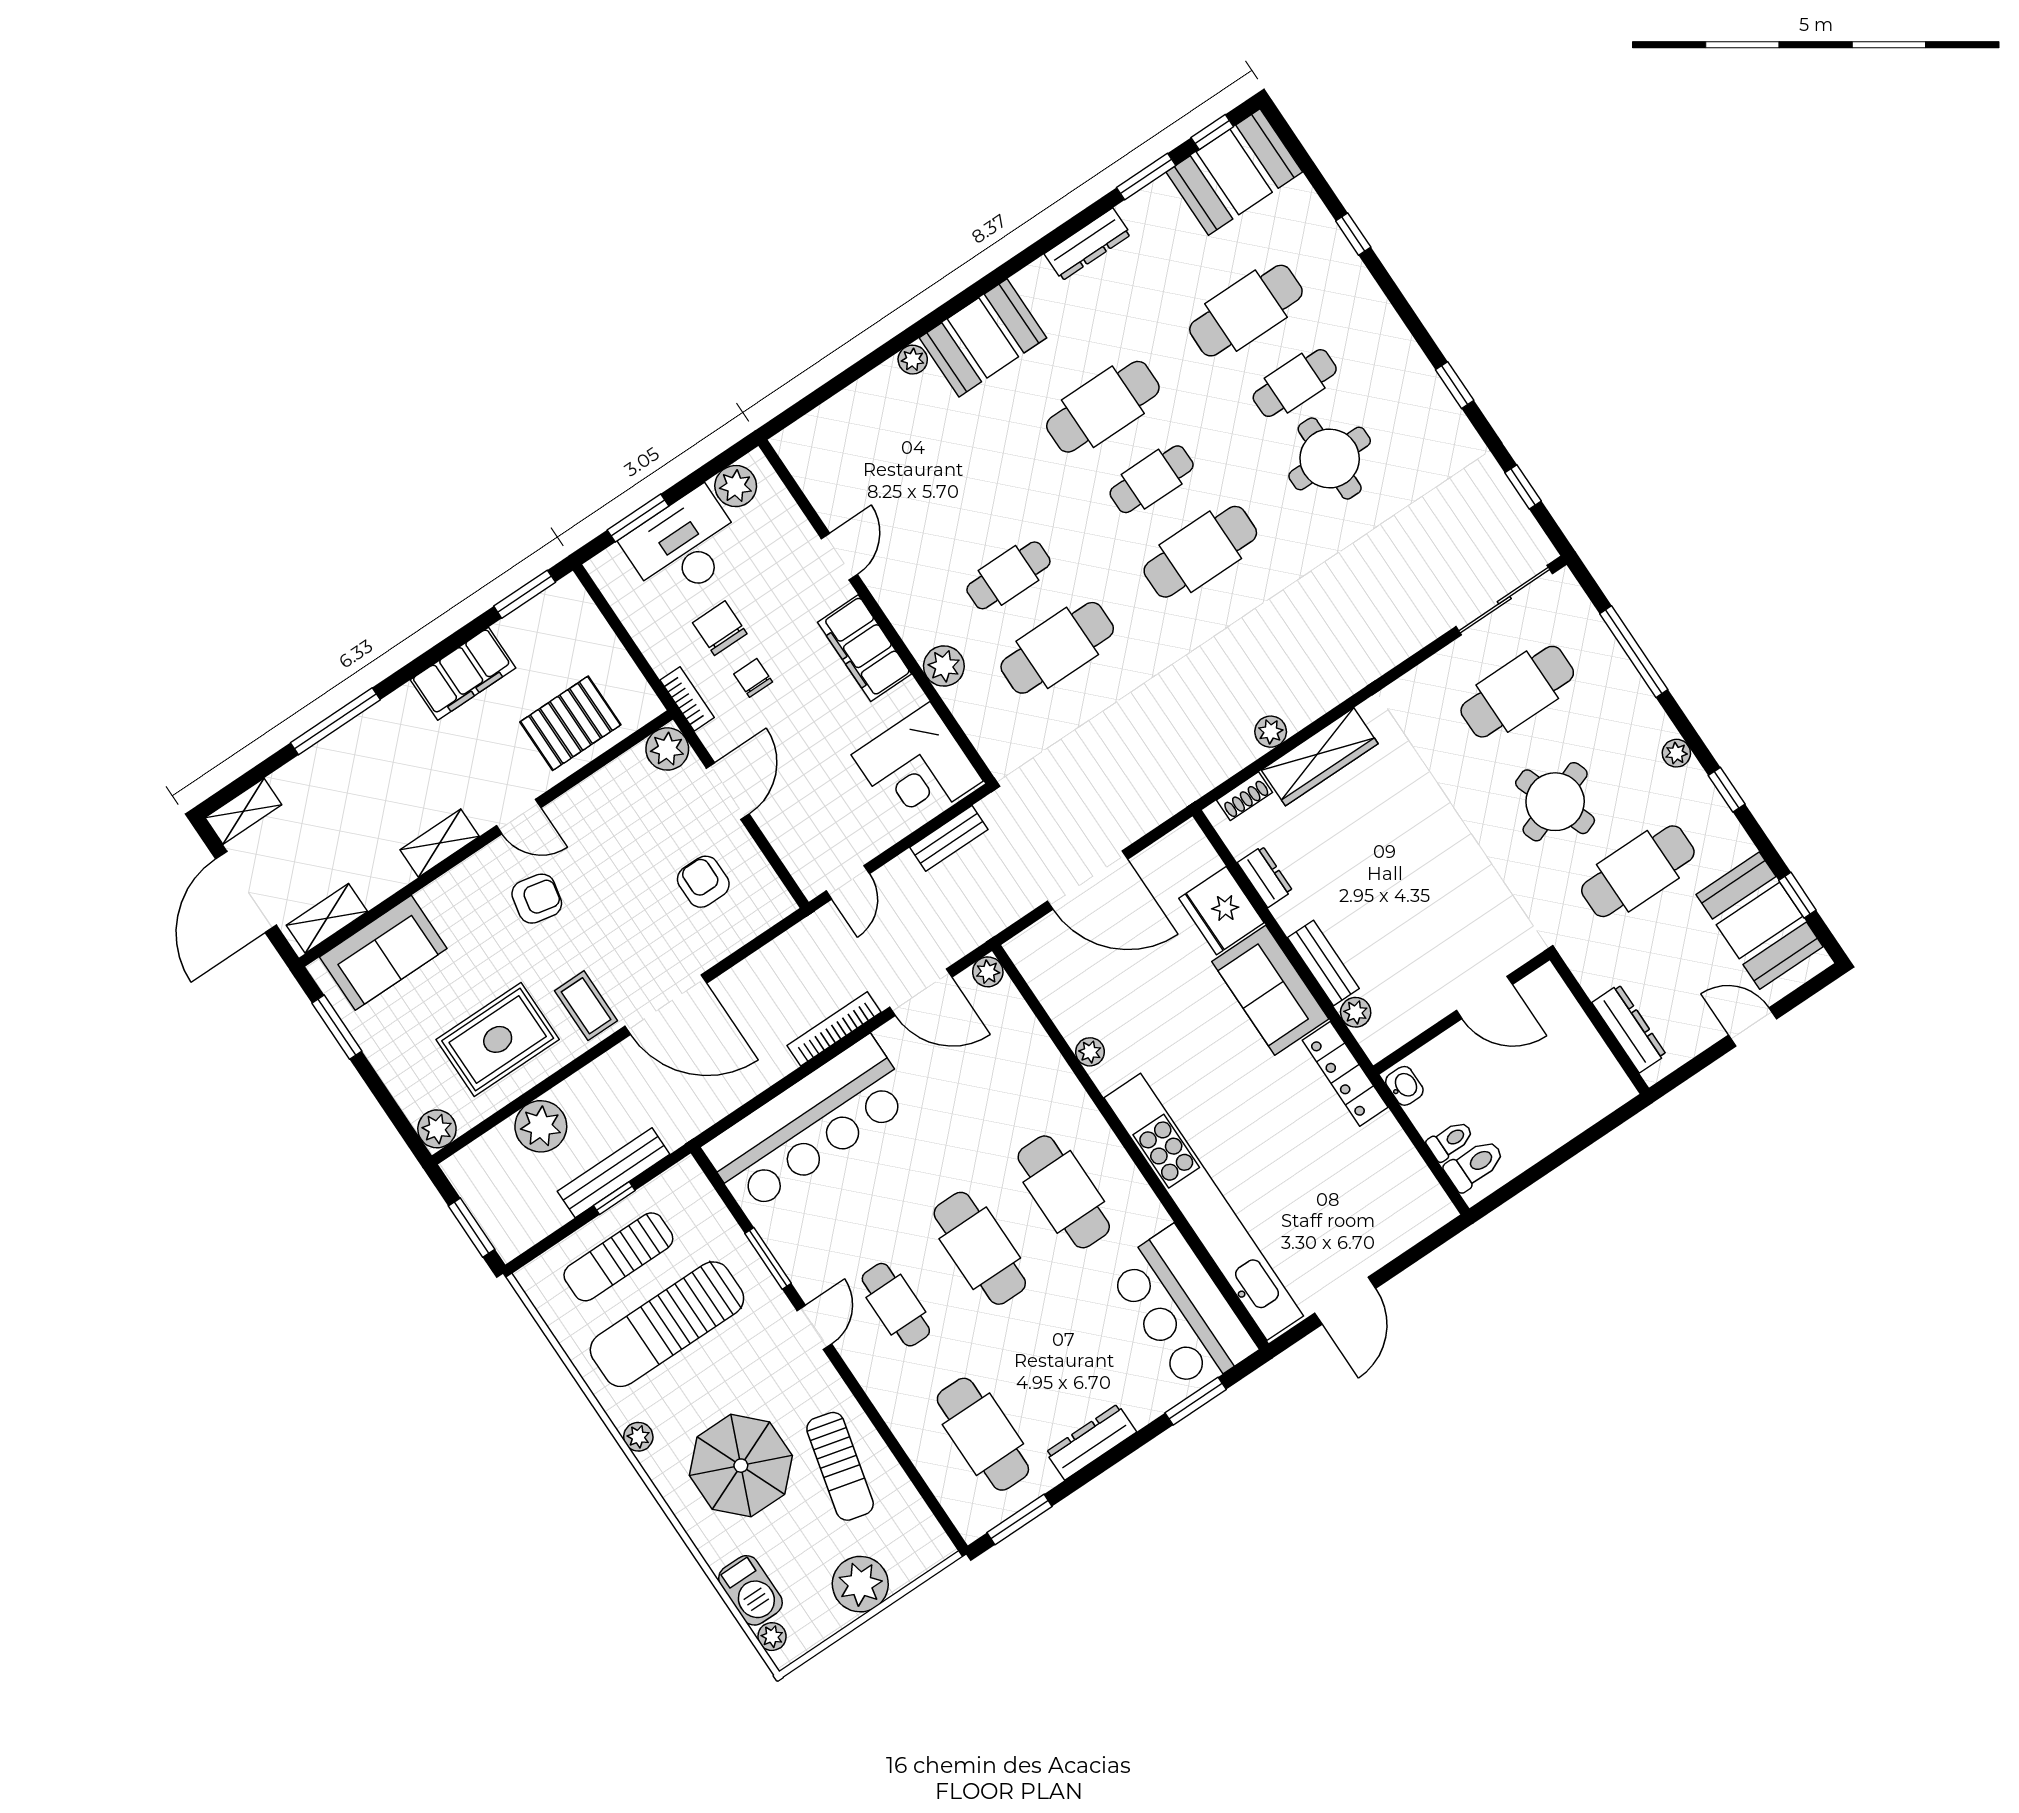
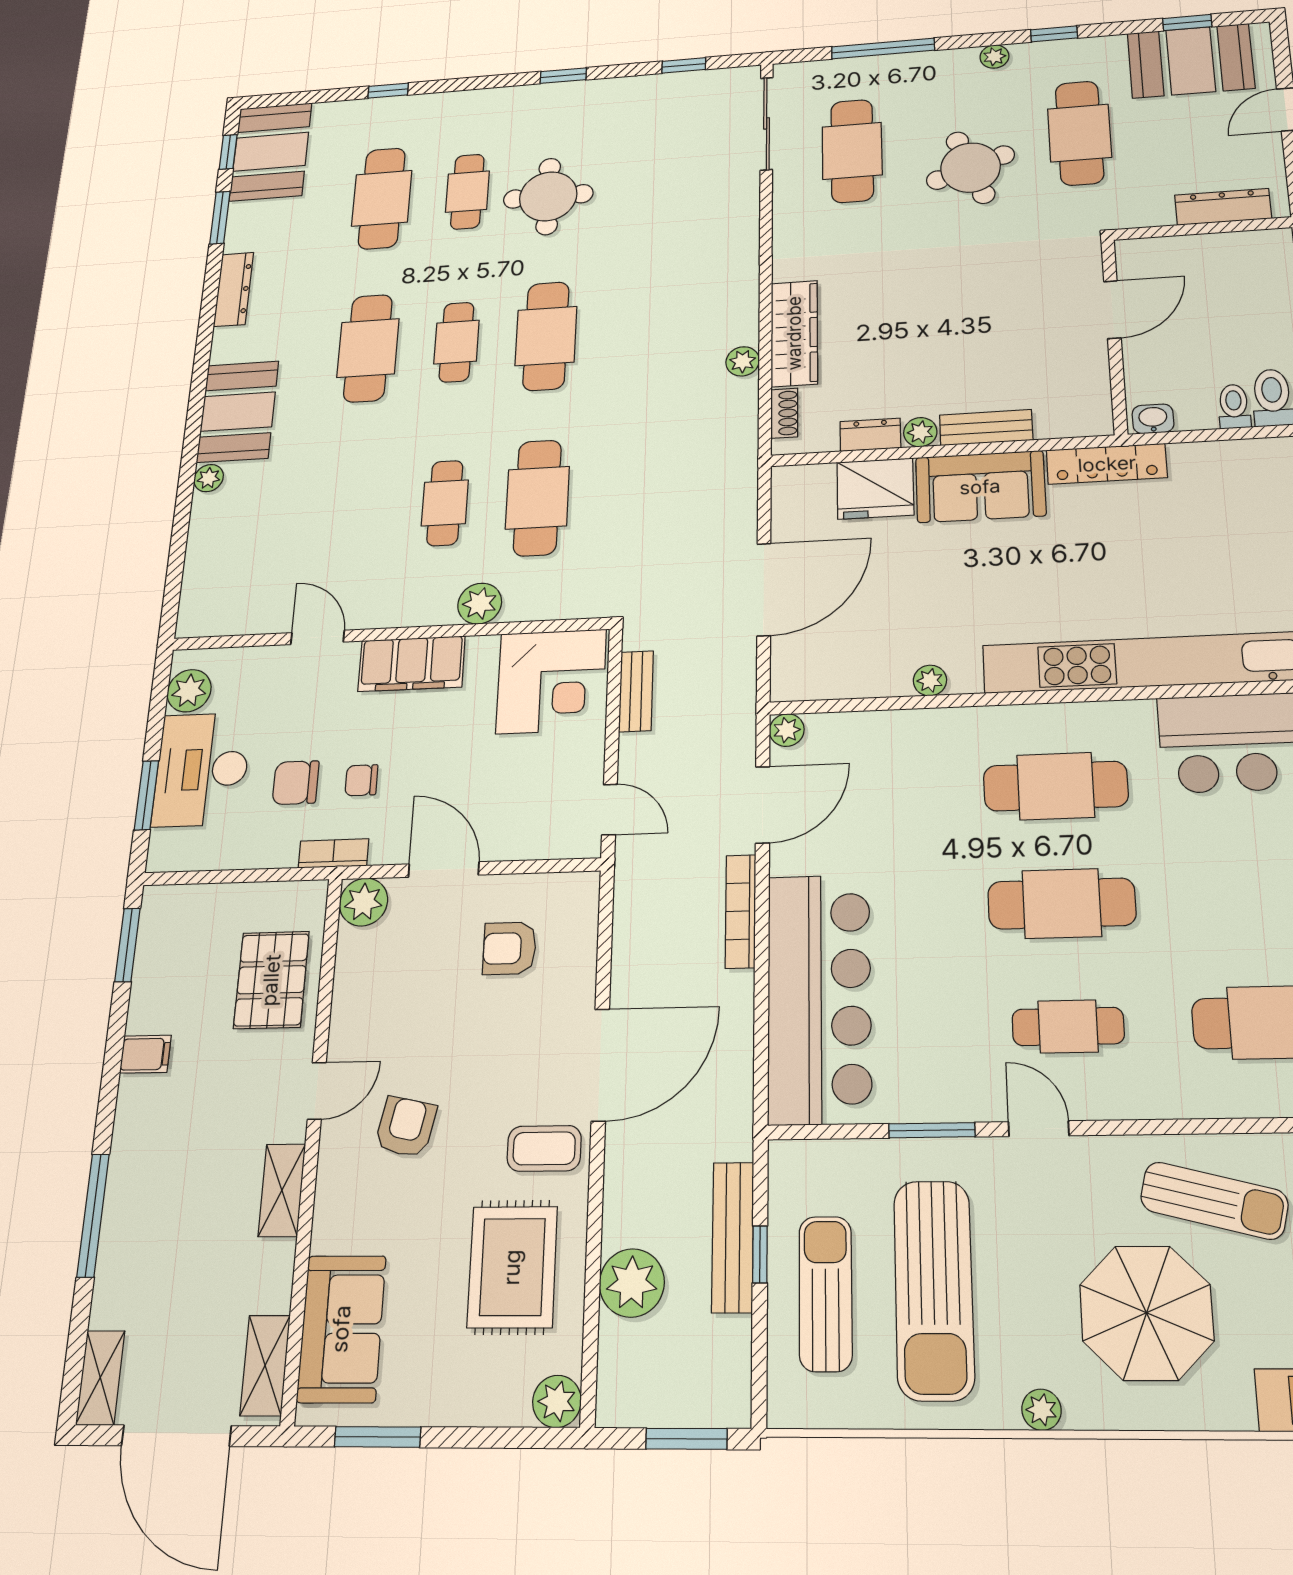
filing cabinet: (463, 674) -> (145, 1054), width x0.33, depth x0.86
plant: (1356, 1012) -> (920, 432), moved
sun lounger: (618, 1257) -> (826, 1293), turned 180

